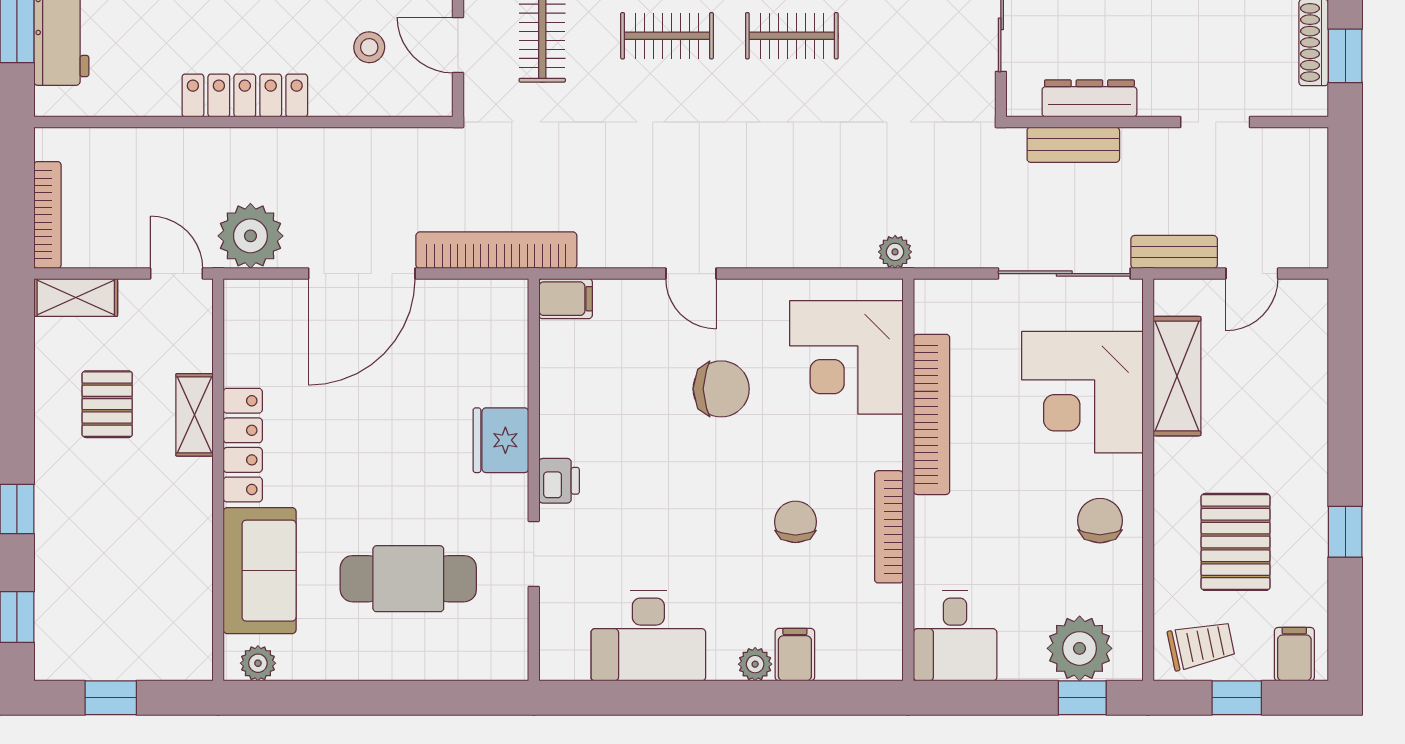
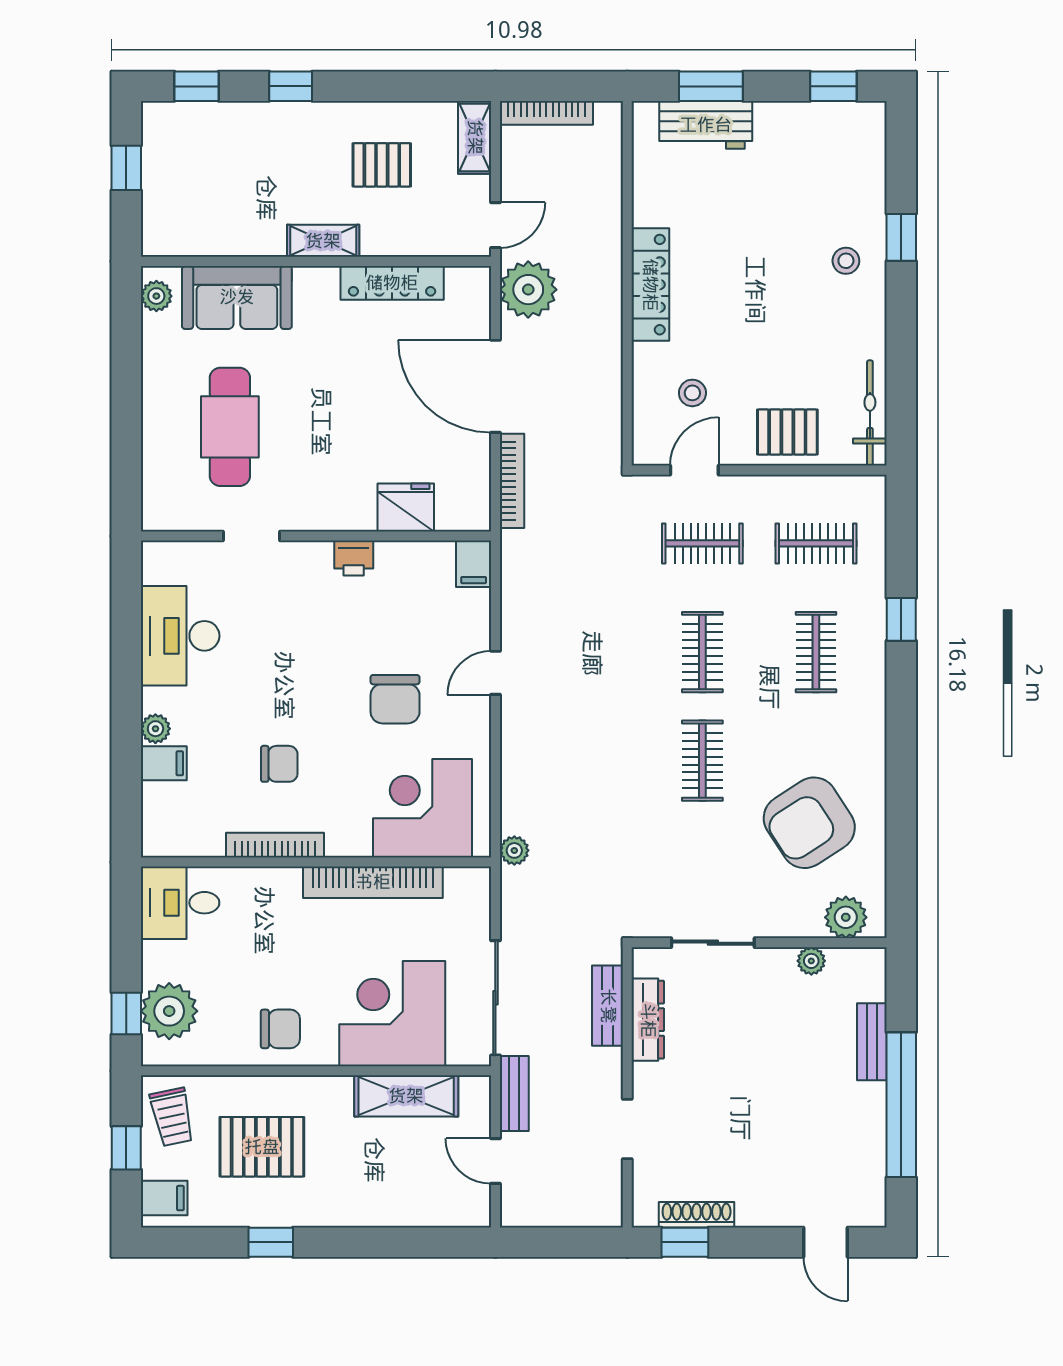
bookcase: (496, 250) -> (512, 481), width x0.68, depth x0.76
shelving: (194, 415) -> (323, 241), moved
fridge: (501, 440) -> (406, 507), moved
locker: (243, 445) -> (392, 283), moved
printer: (559, 481) -> (354, 558), moved

